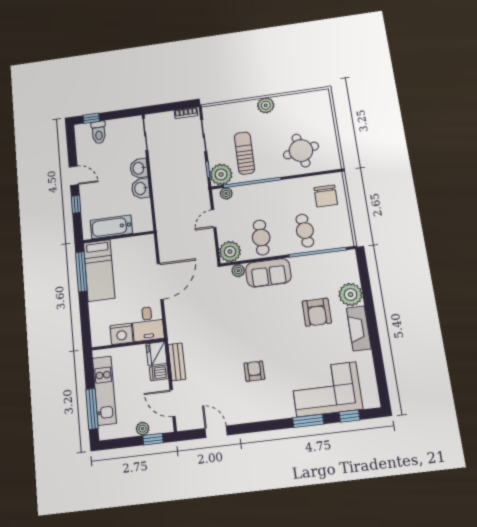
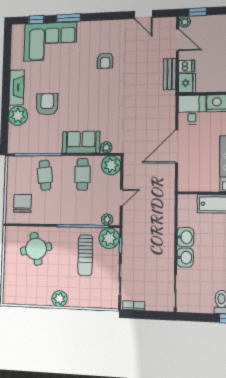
plant: (143, 429) -> (185, 22), moved

